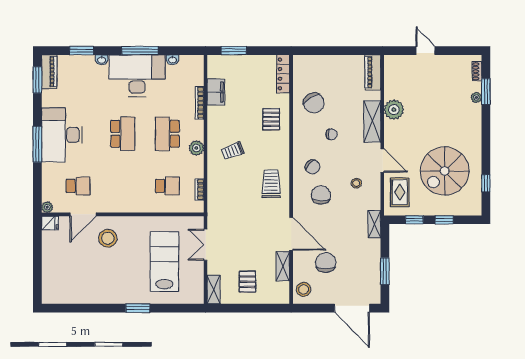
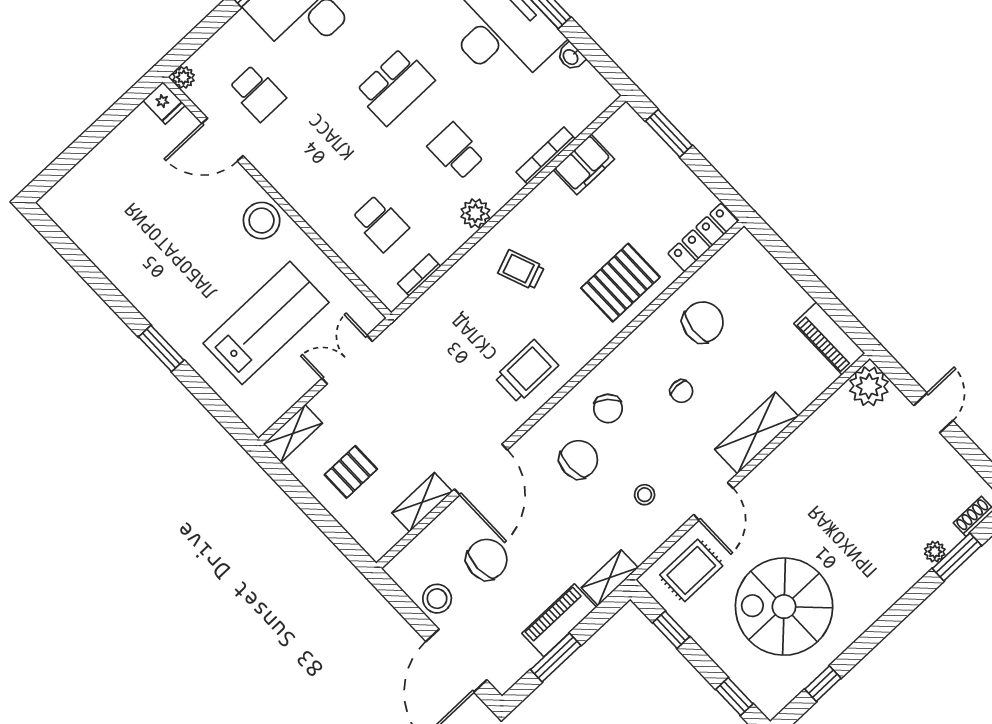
piano: (373, 72) -> (829, 338), moved, turned -90
chair: (314, 103) -> (703, 322), turned -142
plant: (394, 110) -> (869, 386), moved
pallet: (271, 119) -> (620, 283), width x1.50, depth x1.42
school desk: (167, 134) -> (456, 151), width x0.54
window: (444, 220) -> (734, 697), moved
stool: (108, 238) -> (262, 221), moved
piano: (373, 257) -> (559, 620), added
stool: (304, 289) -> (437, 599), moved

